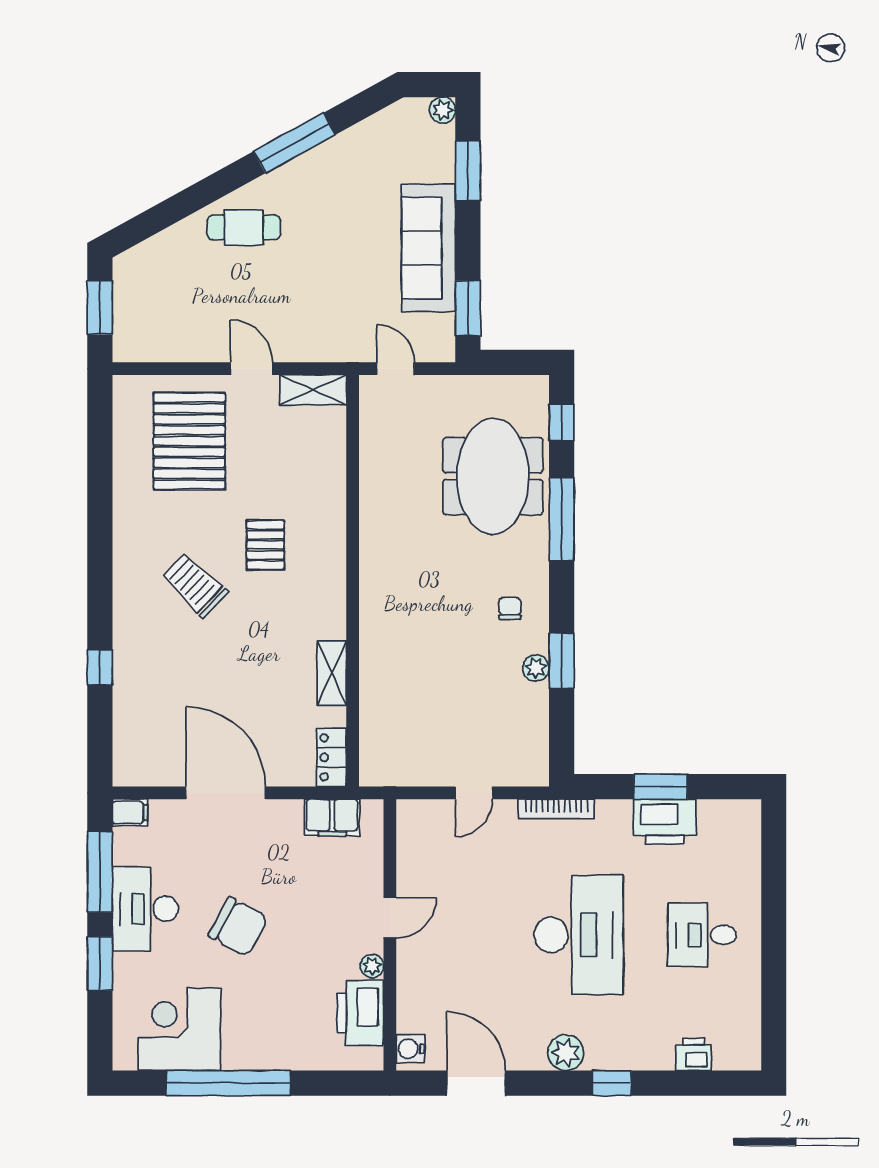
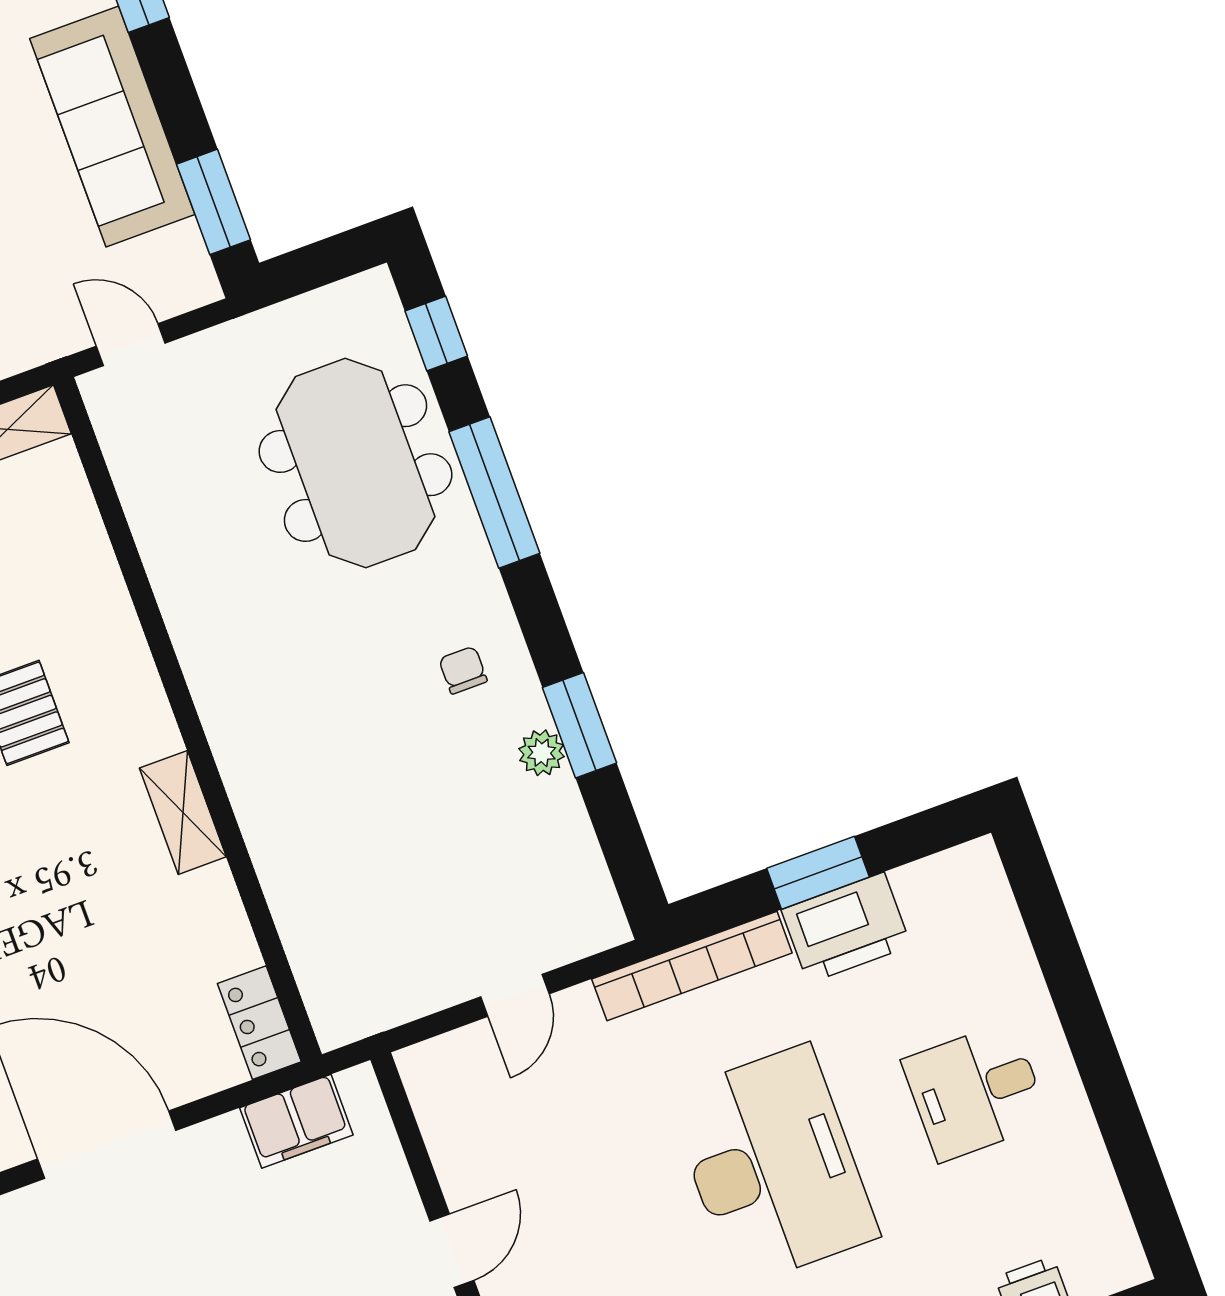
shelving: (332, 673) -> (183, 812), moved
bookcase: (556, 809) -> (692, 966), width x1.48, depth x1.31

